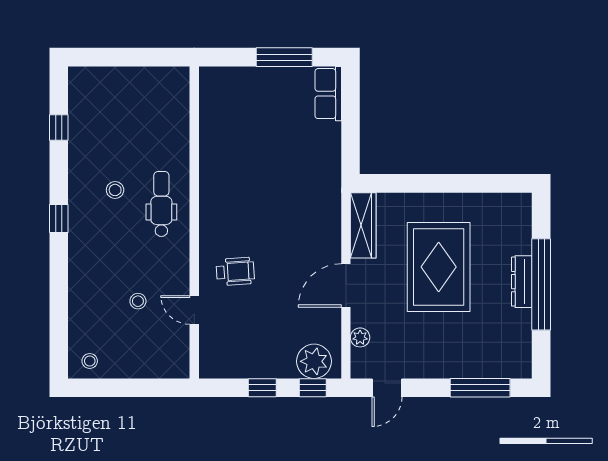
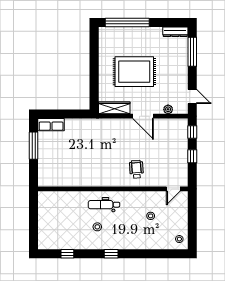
dresser: (522, 282) -> (175, 32), moved
window: (541, 284) -> (127, 23), moved
door: (194, 310) -> (173, 189), moved
plant: (314, 361) -> (179, 131), removed

